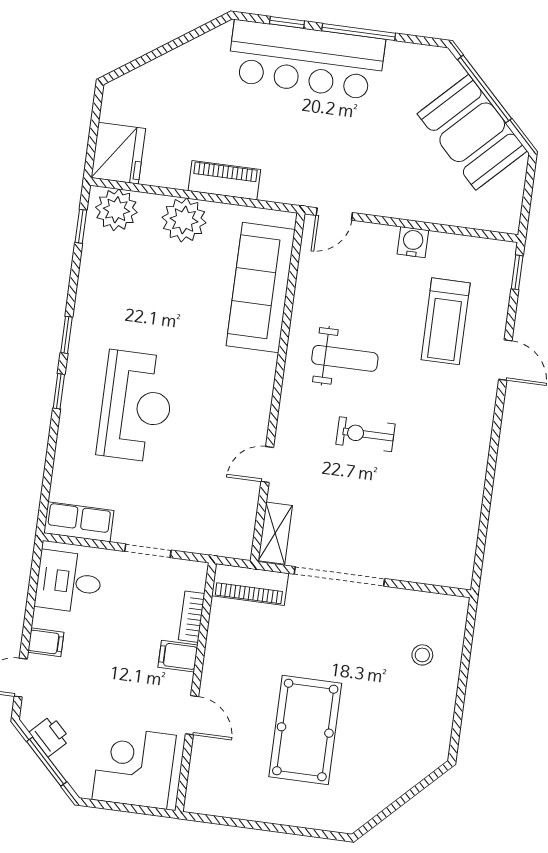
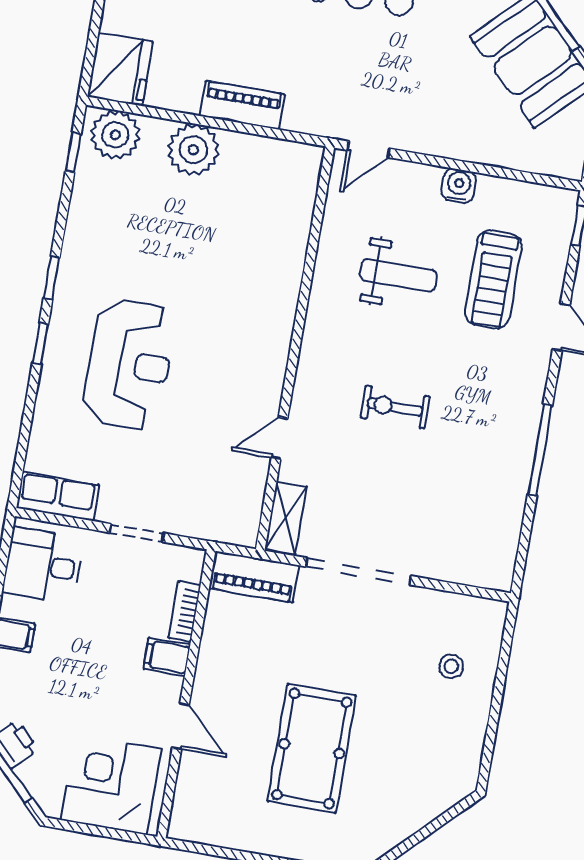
sofa: (261, 288) -> (280, 232), removed
weight bench: (345, 358) -> (398, 275), moved
window: (491, 466) -> (540, 450), added

